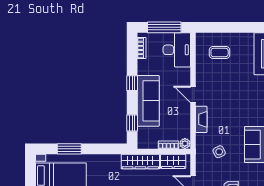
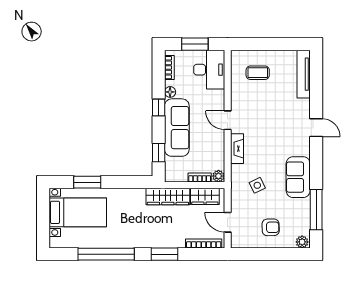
window: (164, 27) -> (195, 44), width x0.69
floor lamp: (142, 70) -> (170, 92), added

